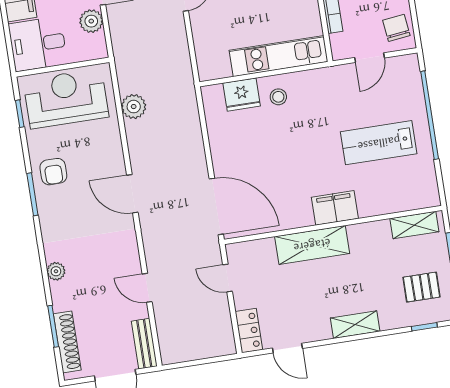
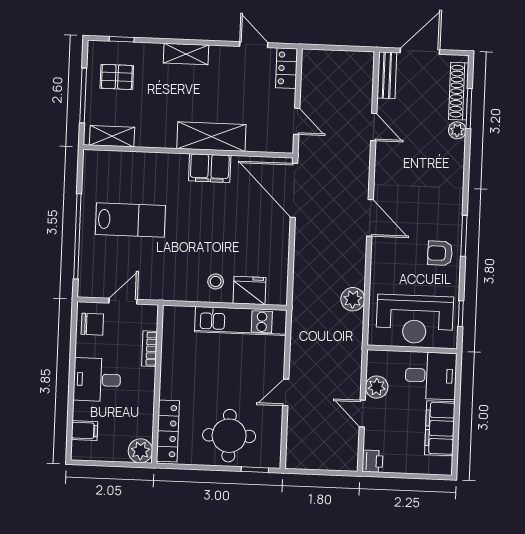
chair: (396, 28) -> (92, 324), turned -83
kitchen unit: (279, 56) -> (241, 321), moved
armchair: (53, 172) -> (440, 253), turned -90
filing cabinet: (335, 208) -> (210, 168), moved
plant: (56, 271) -> (457, 130), moved

